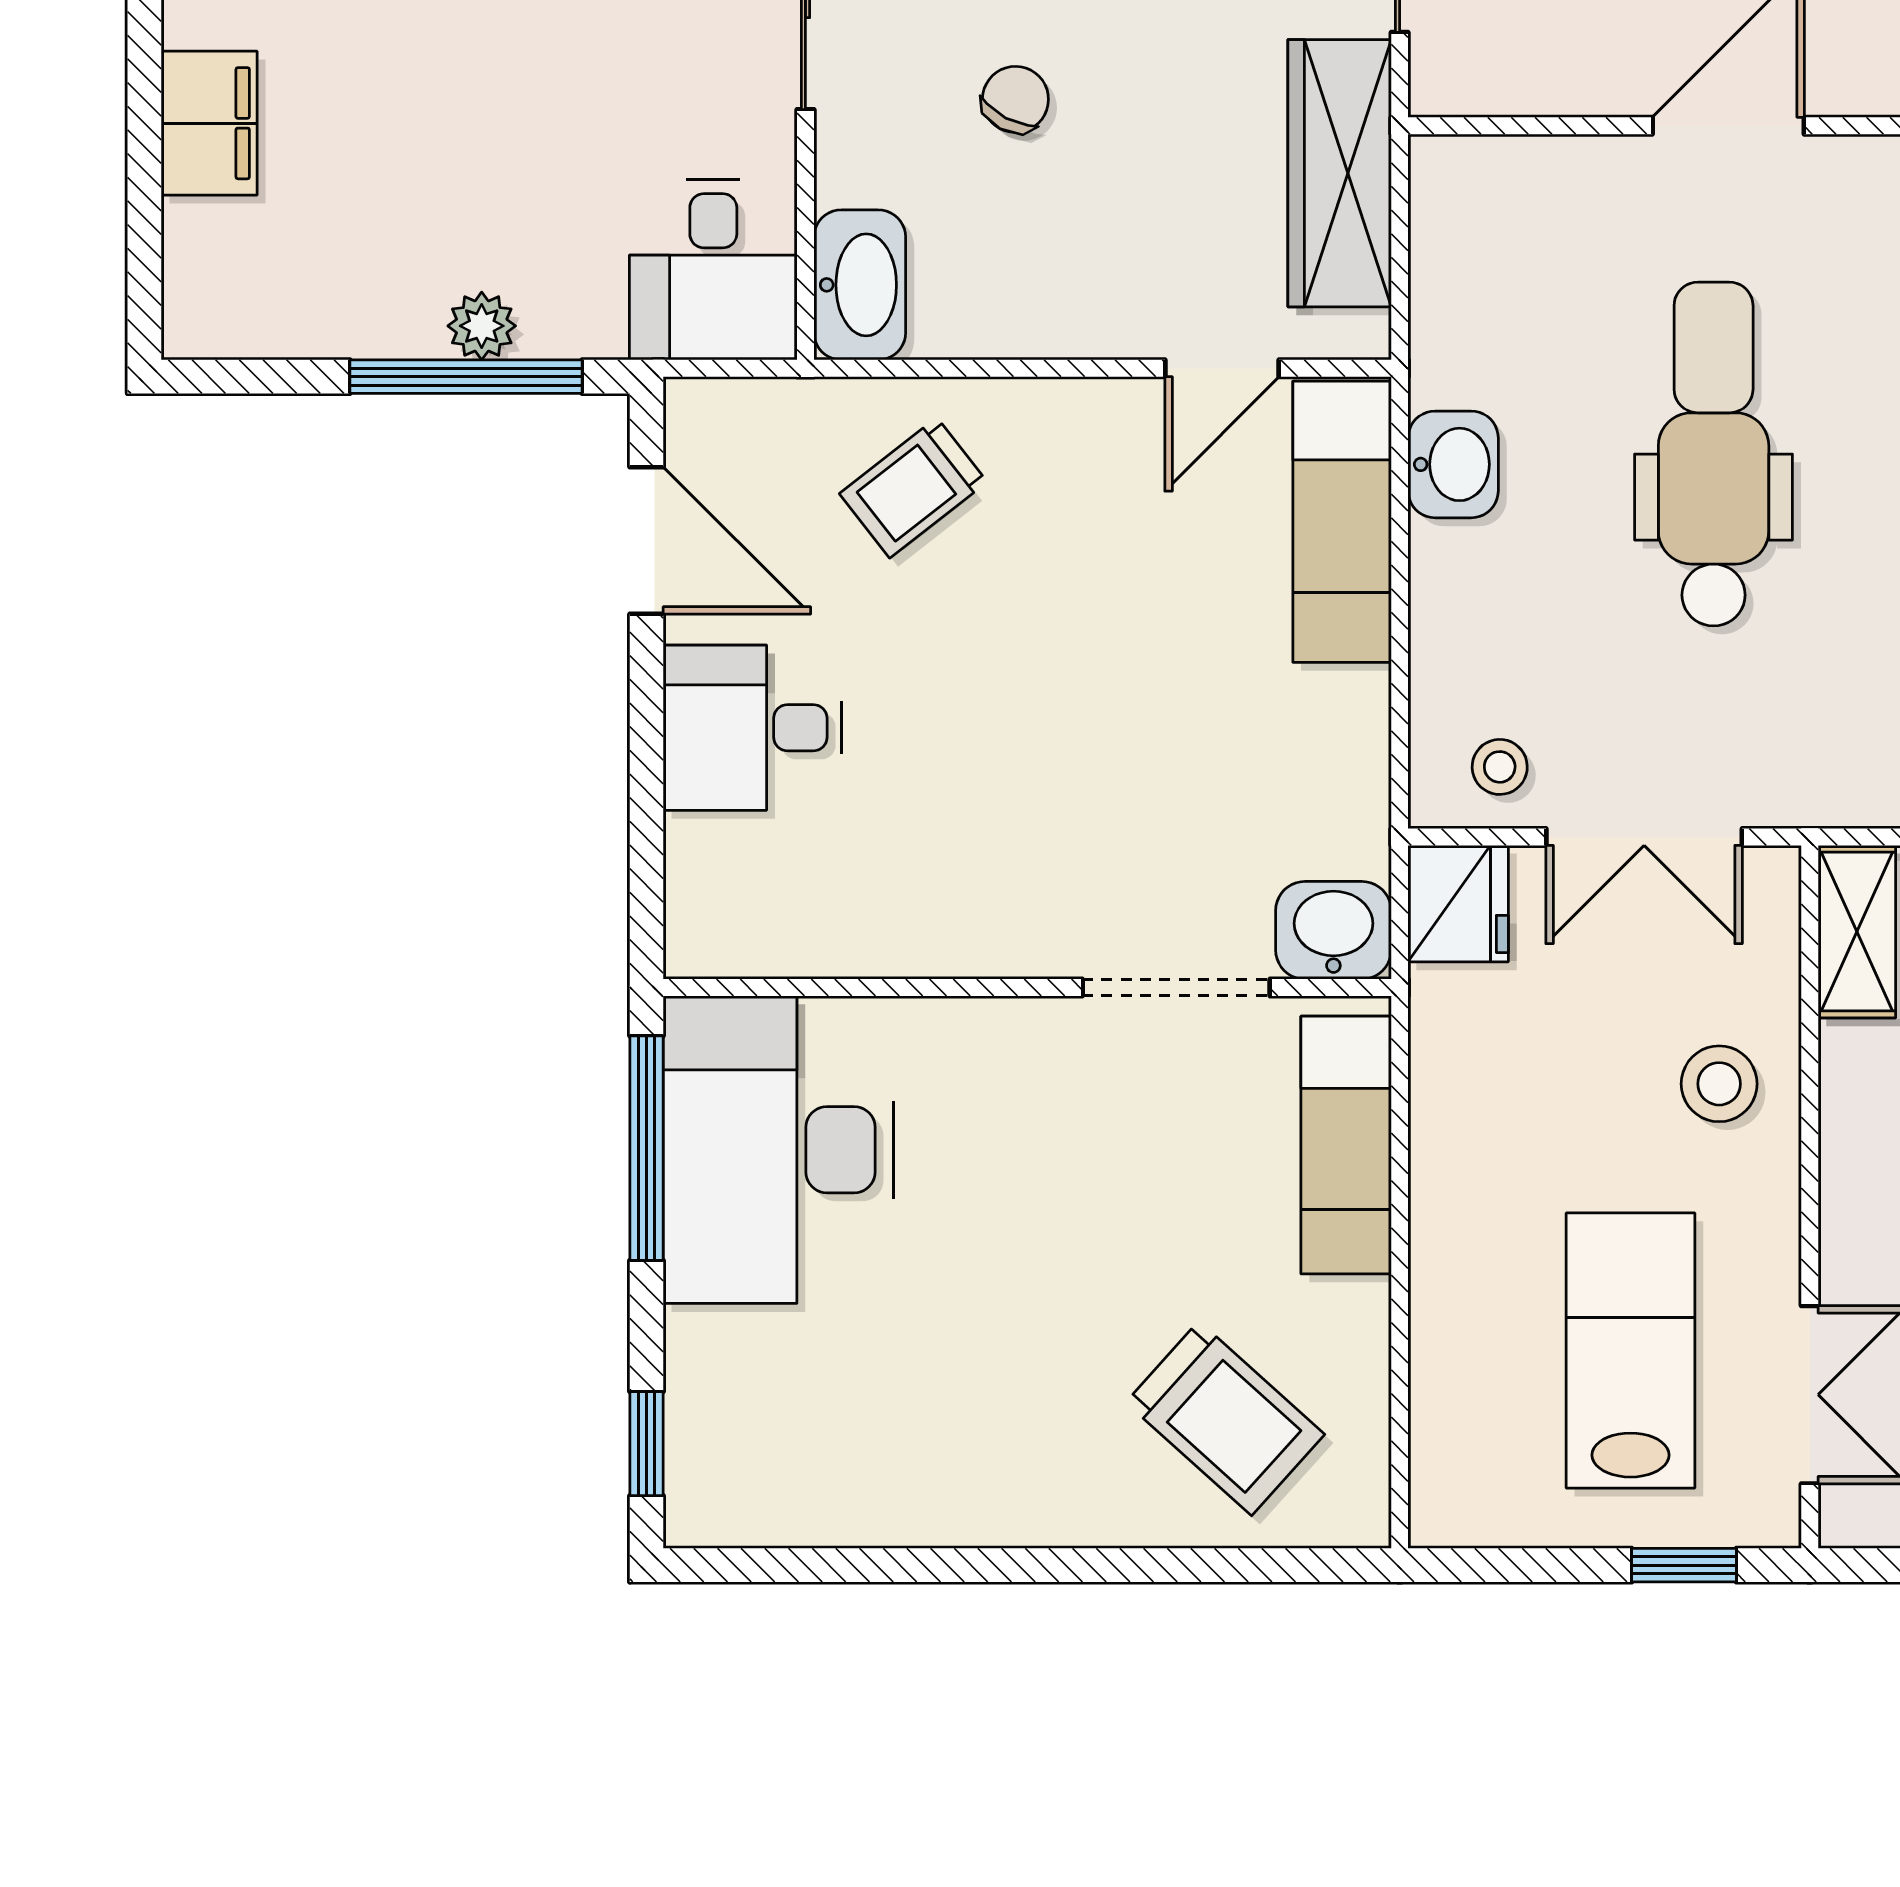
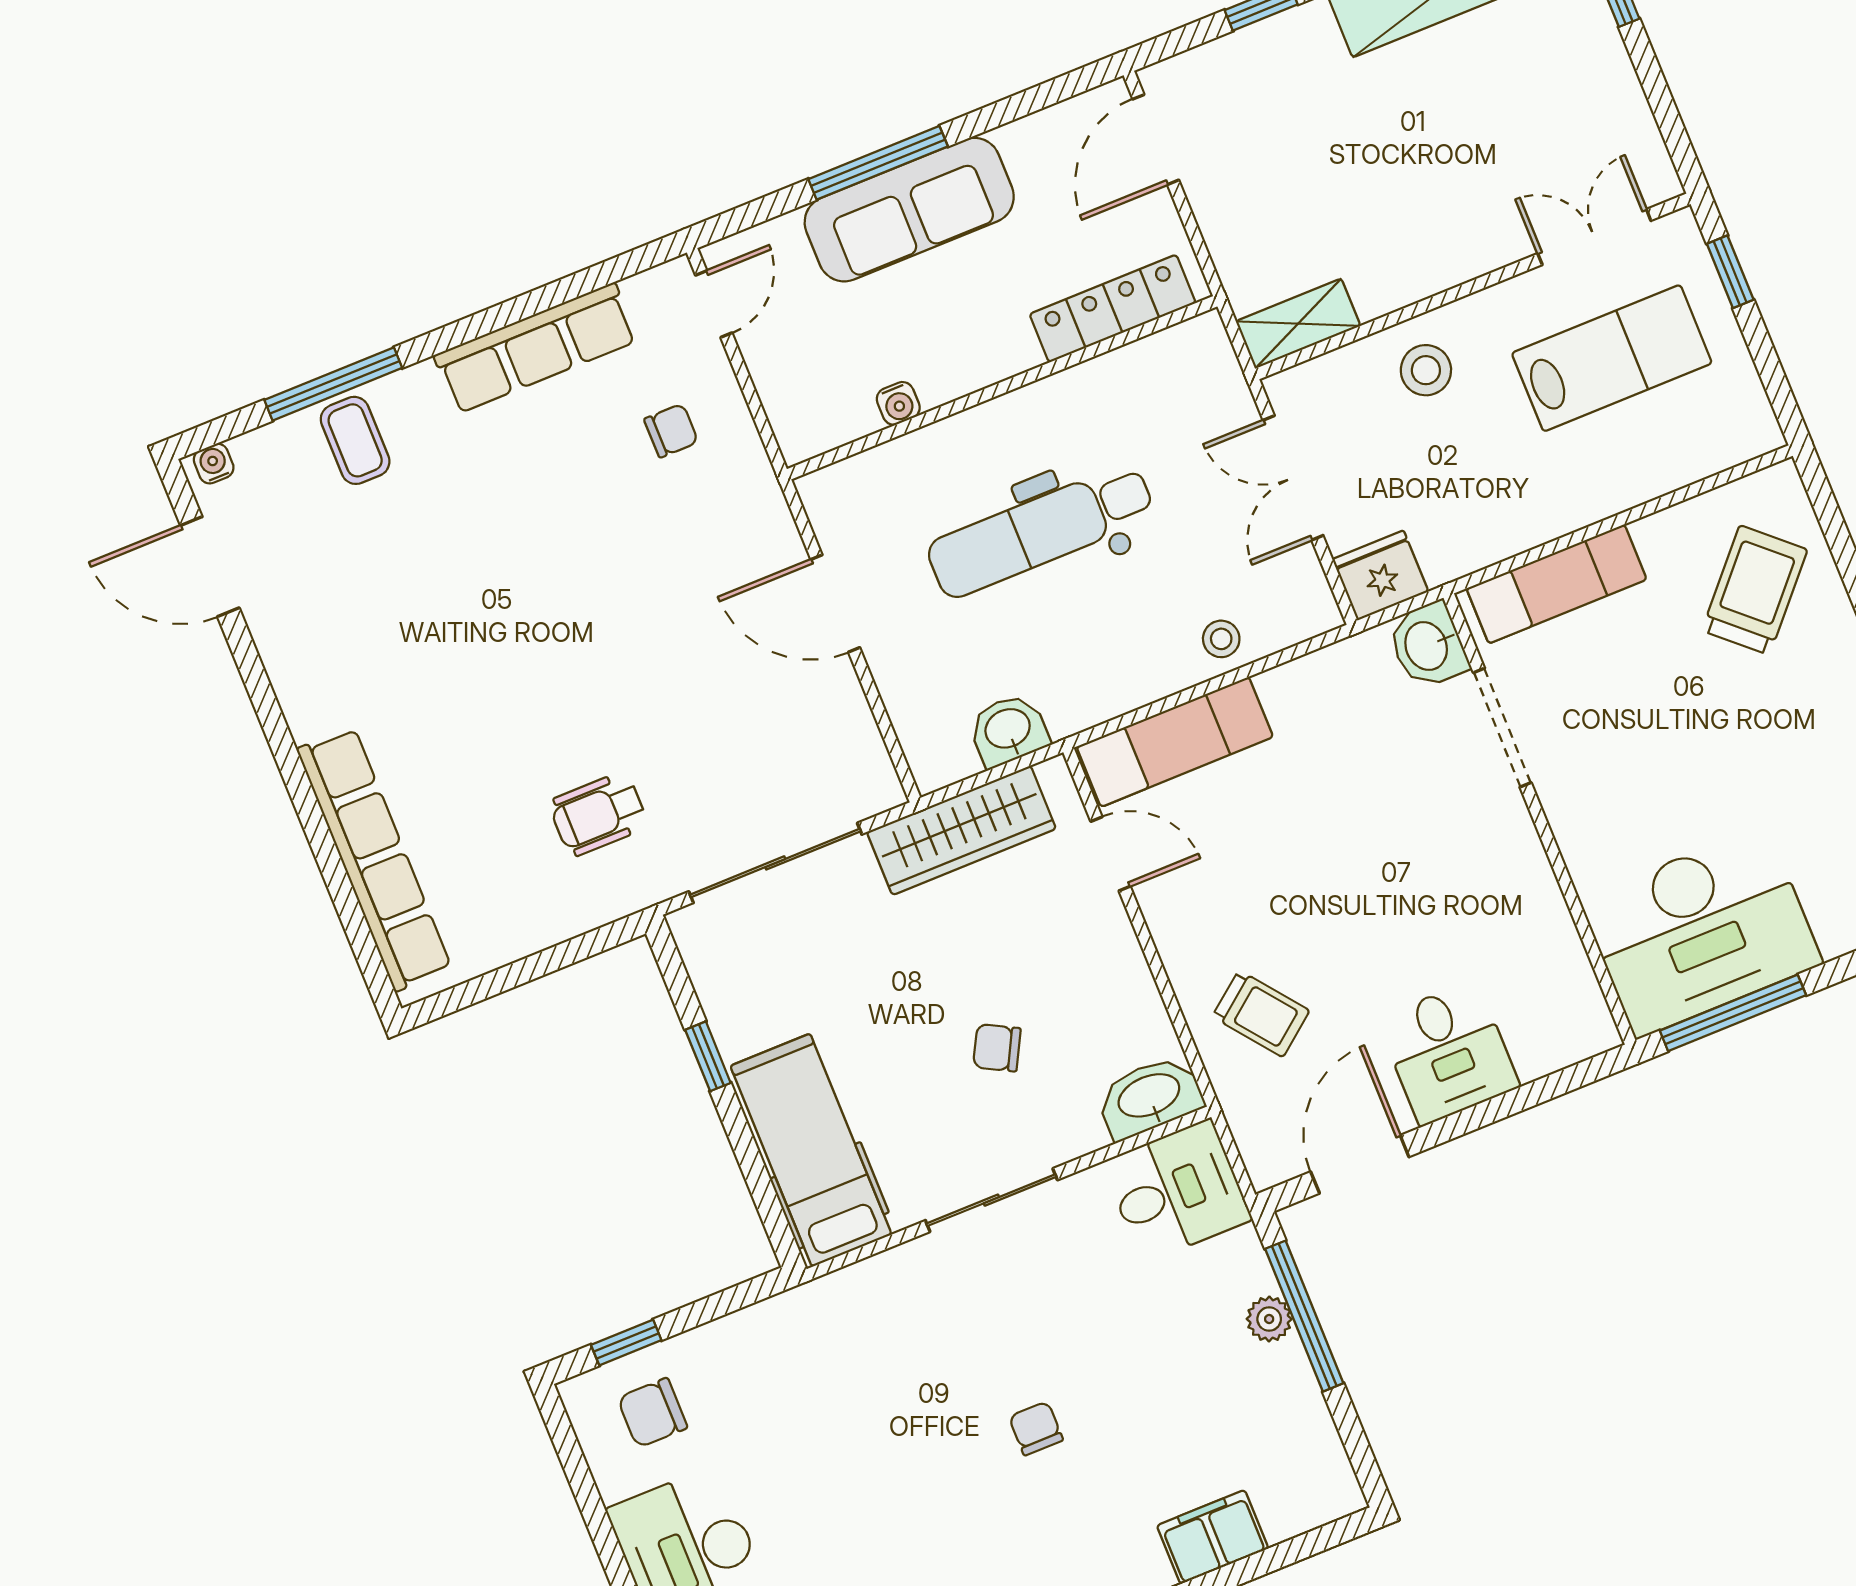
washbasin: (1453, 464) -> (1008, 730), moved
stool: (1500, 767) -> (1221, 639), moved
double door: (1644, 837) -> (1293, 478), swing flipped
lab bench: (1630, 1350) -> (1612, 358), turned 180

